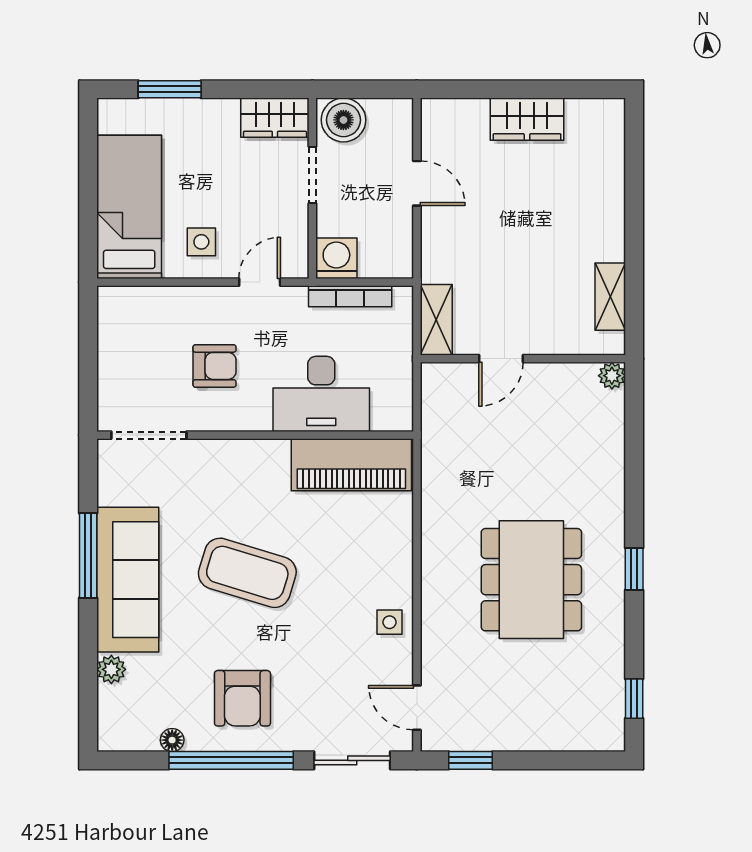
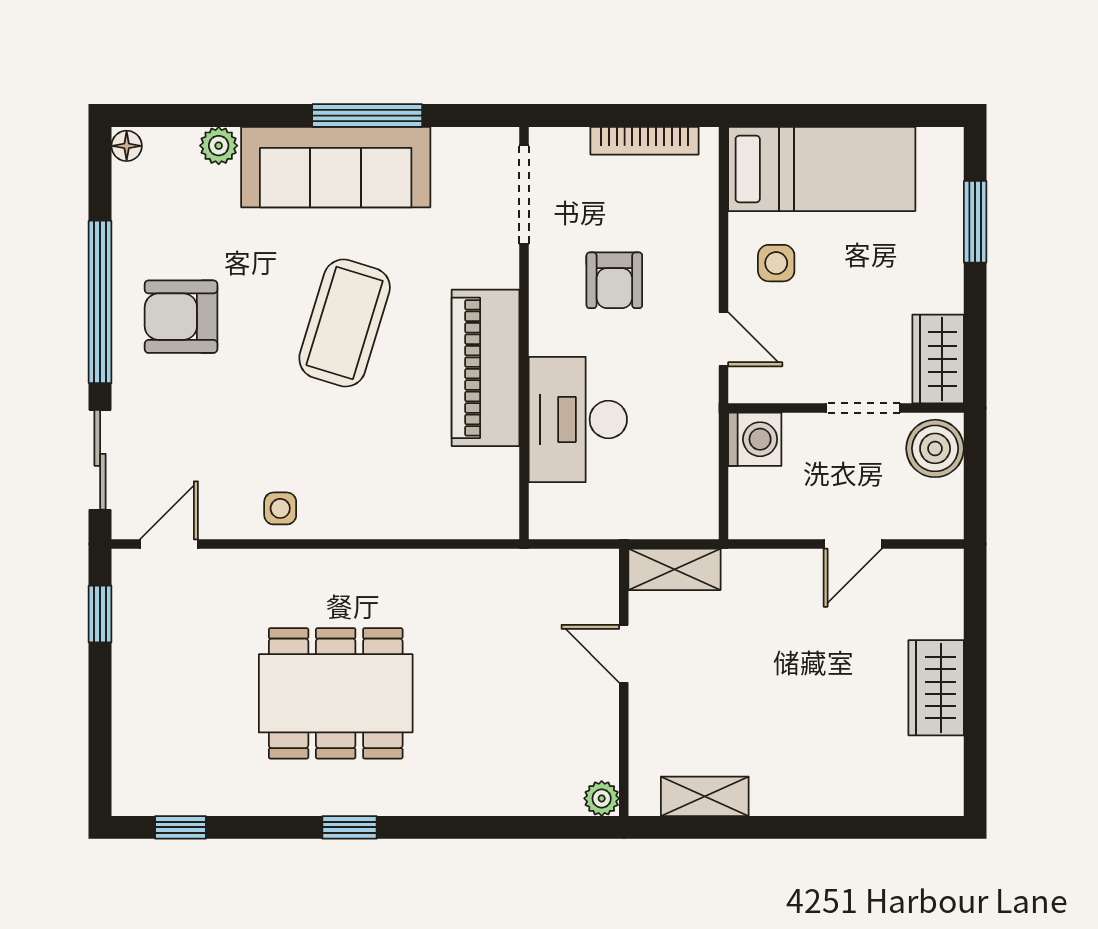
bookcase: (350, 296) -> (644, 141), moved, turned -90
piano: (351, 465) -> (486, 368), moved
floor lamp: (172, 740) -> (127, 146), moved

